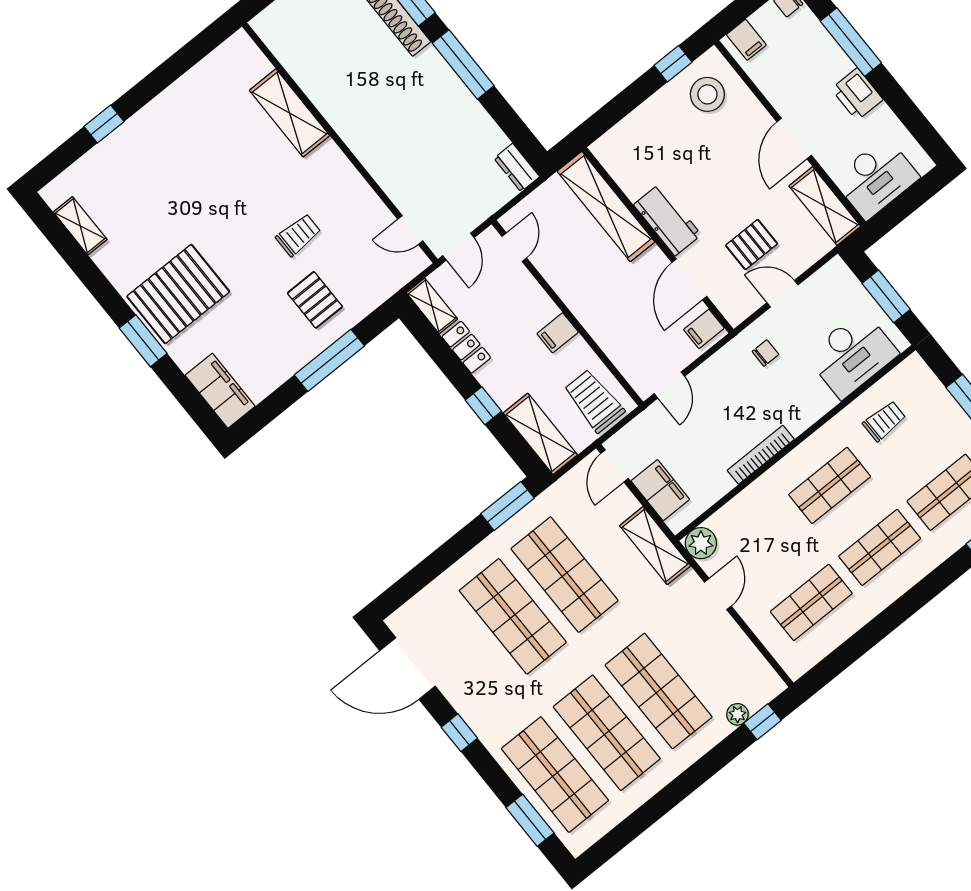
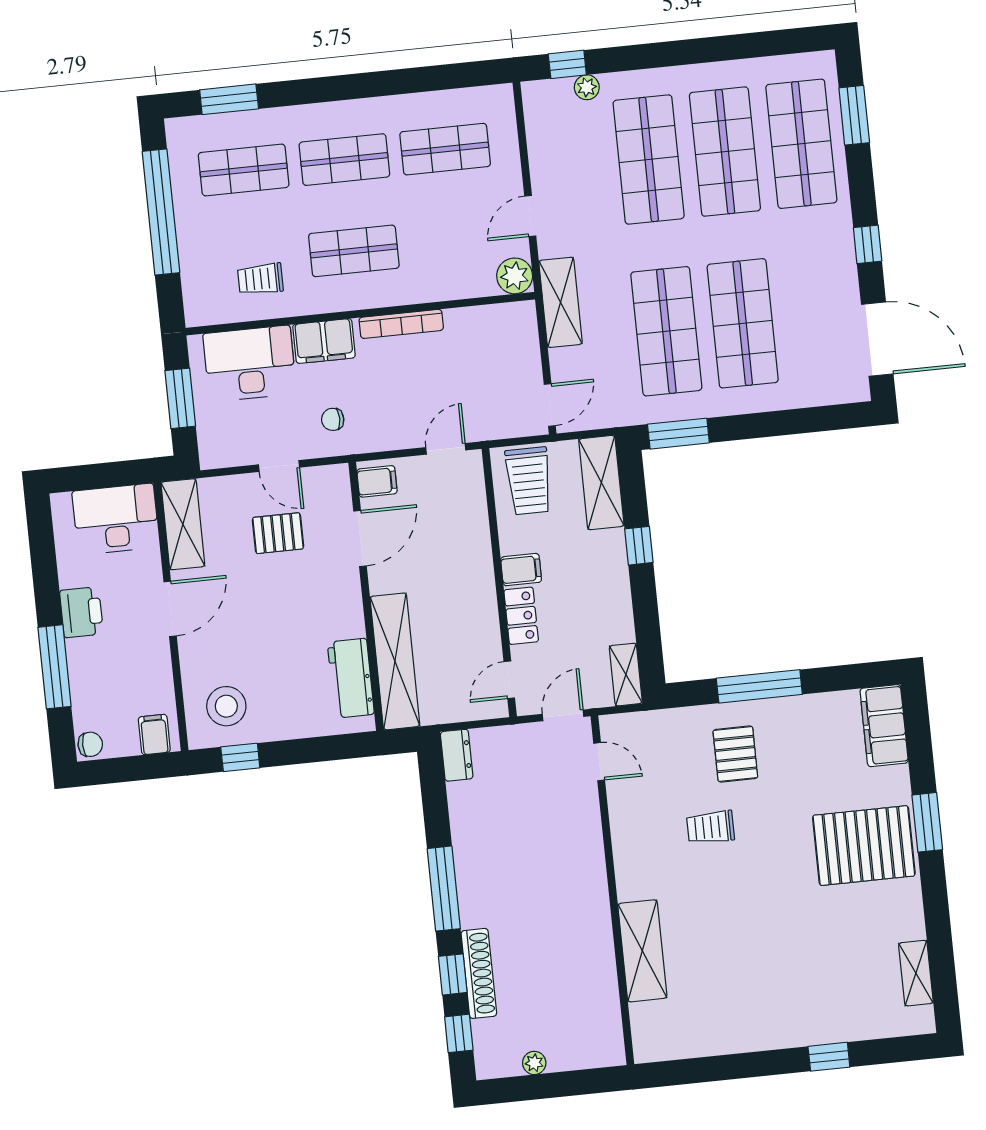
workbench: (667, 220) -> (351, 678), moved
locker: (466, 347) -> (521, 616), moved, turned 180
filing cabinet: (660, 490) -> (324, 341), moved, turned -90

